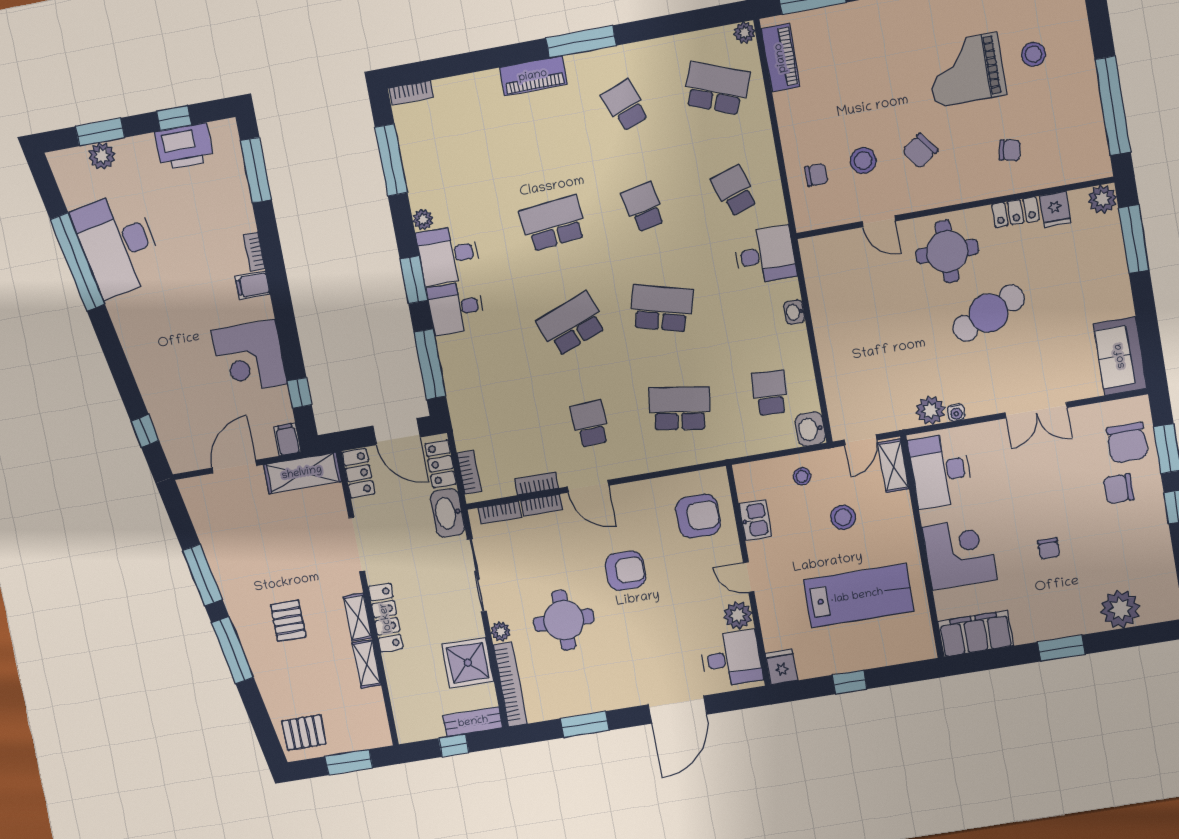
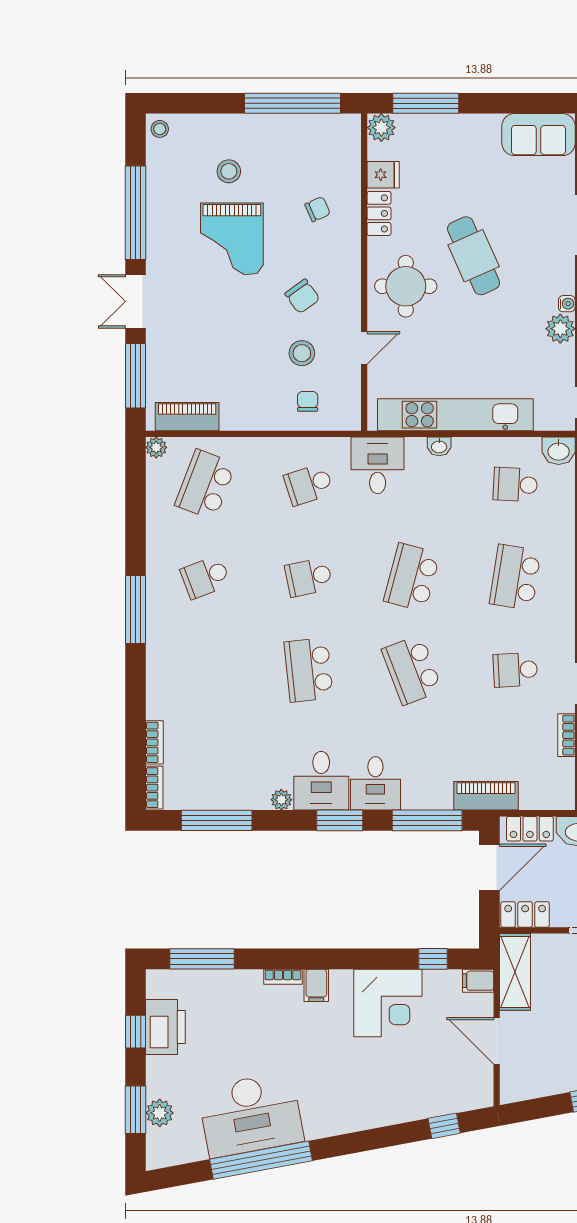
piano: (533, 76) -> (486, 796), moved, turned -90
chair: (1010, 150) -> (318, 209), turned 54
kitchen unit: (828, 323) -> (455, 415), added
bookcase: (469, 472) -> (154, 742), moved, turned 90

